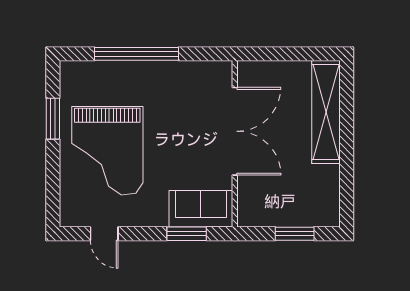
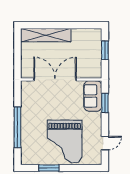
grand piano: (107, 151) -> (65, 141), turned 90

